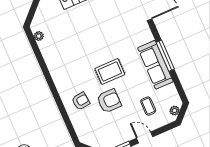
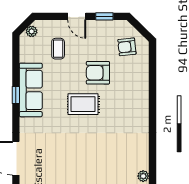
window: (165, 56) -> (16, 95), width x0.46
armchair: (81, 101) -> (127, 47), moved

